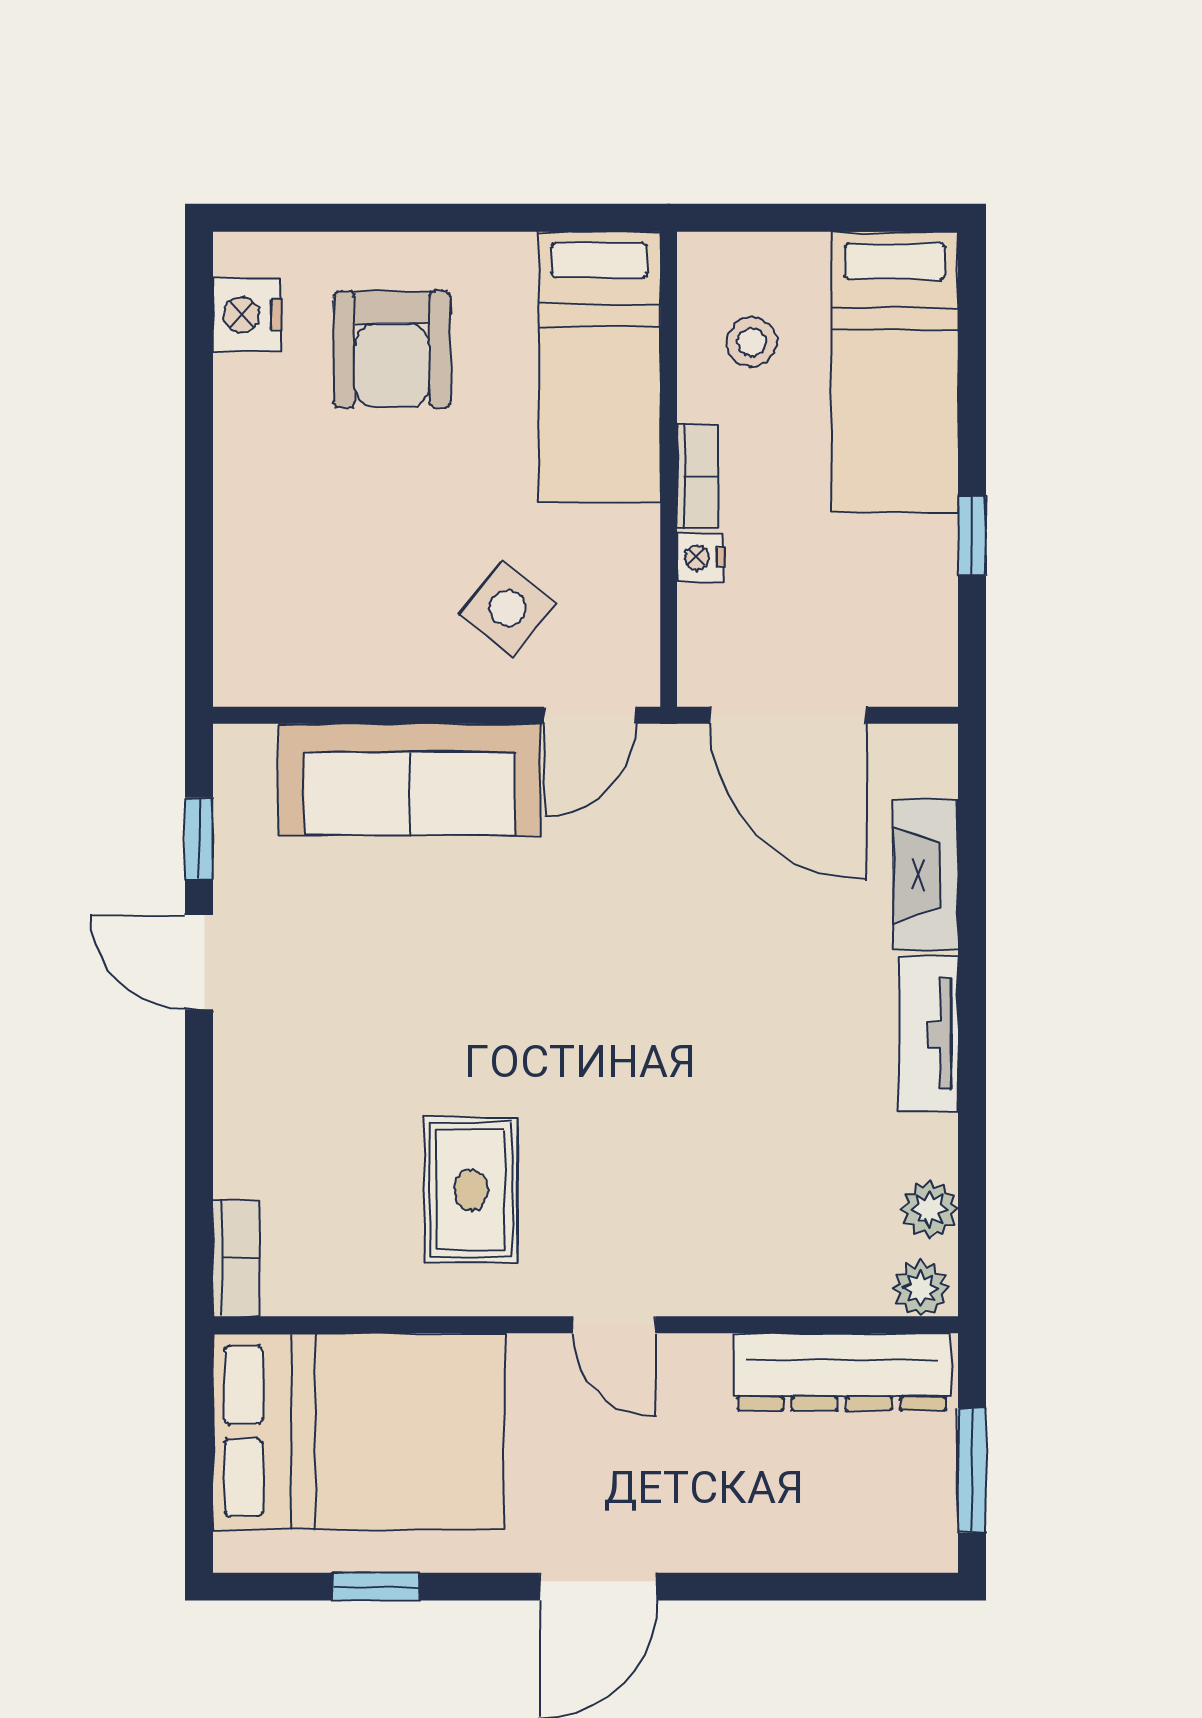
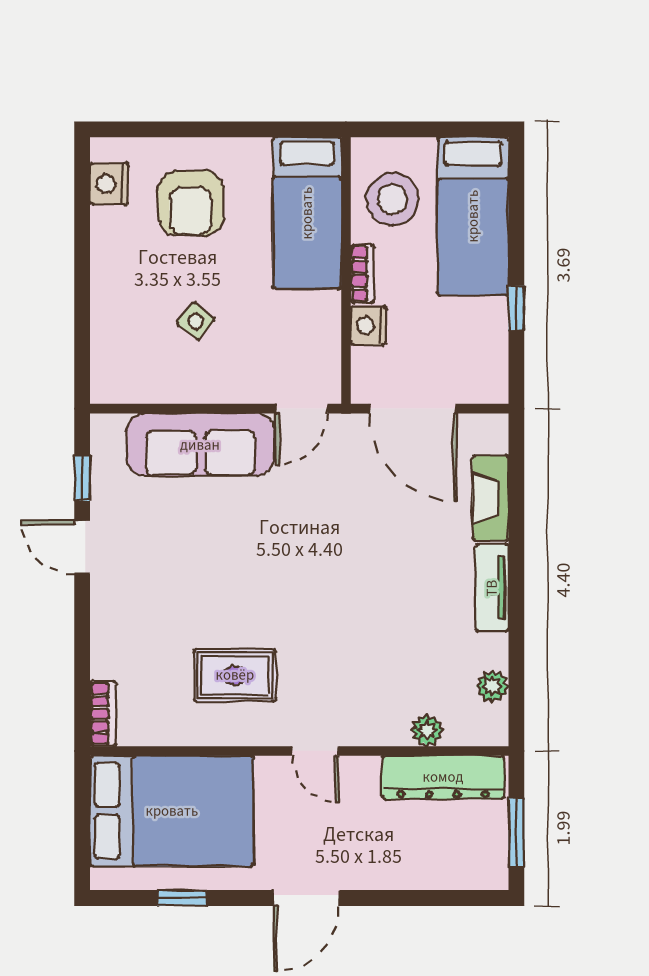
stool: (752, 342) -> (393, 199), width x1.89, depth x1.89
nightstand: (700, 558) -> (368, 326), width x1.39, depth x1.35
side table: (508, 609) -> (196, 321), moved, width x0.73, depth x0.73
rug: (471, 1190) -> (235, 675), turned 90
plant: (921, 1288) -> (427, 731), moved

